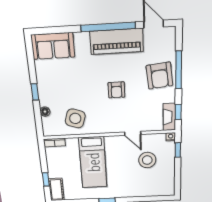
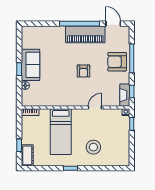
sofa: (53, 46) -> (30, 65), moved, turned -90
armchair: (159, 76) -> (117, 62), turned 96
side table: (75, 118) -> (49, 92), removed
door: (133, 133) -> (95, 108), swing flipped
stool: (147, 160) -> (93, 147), moved

